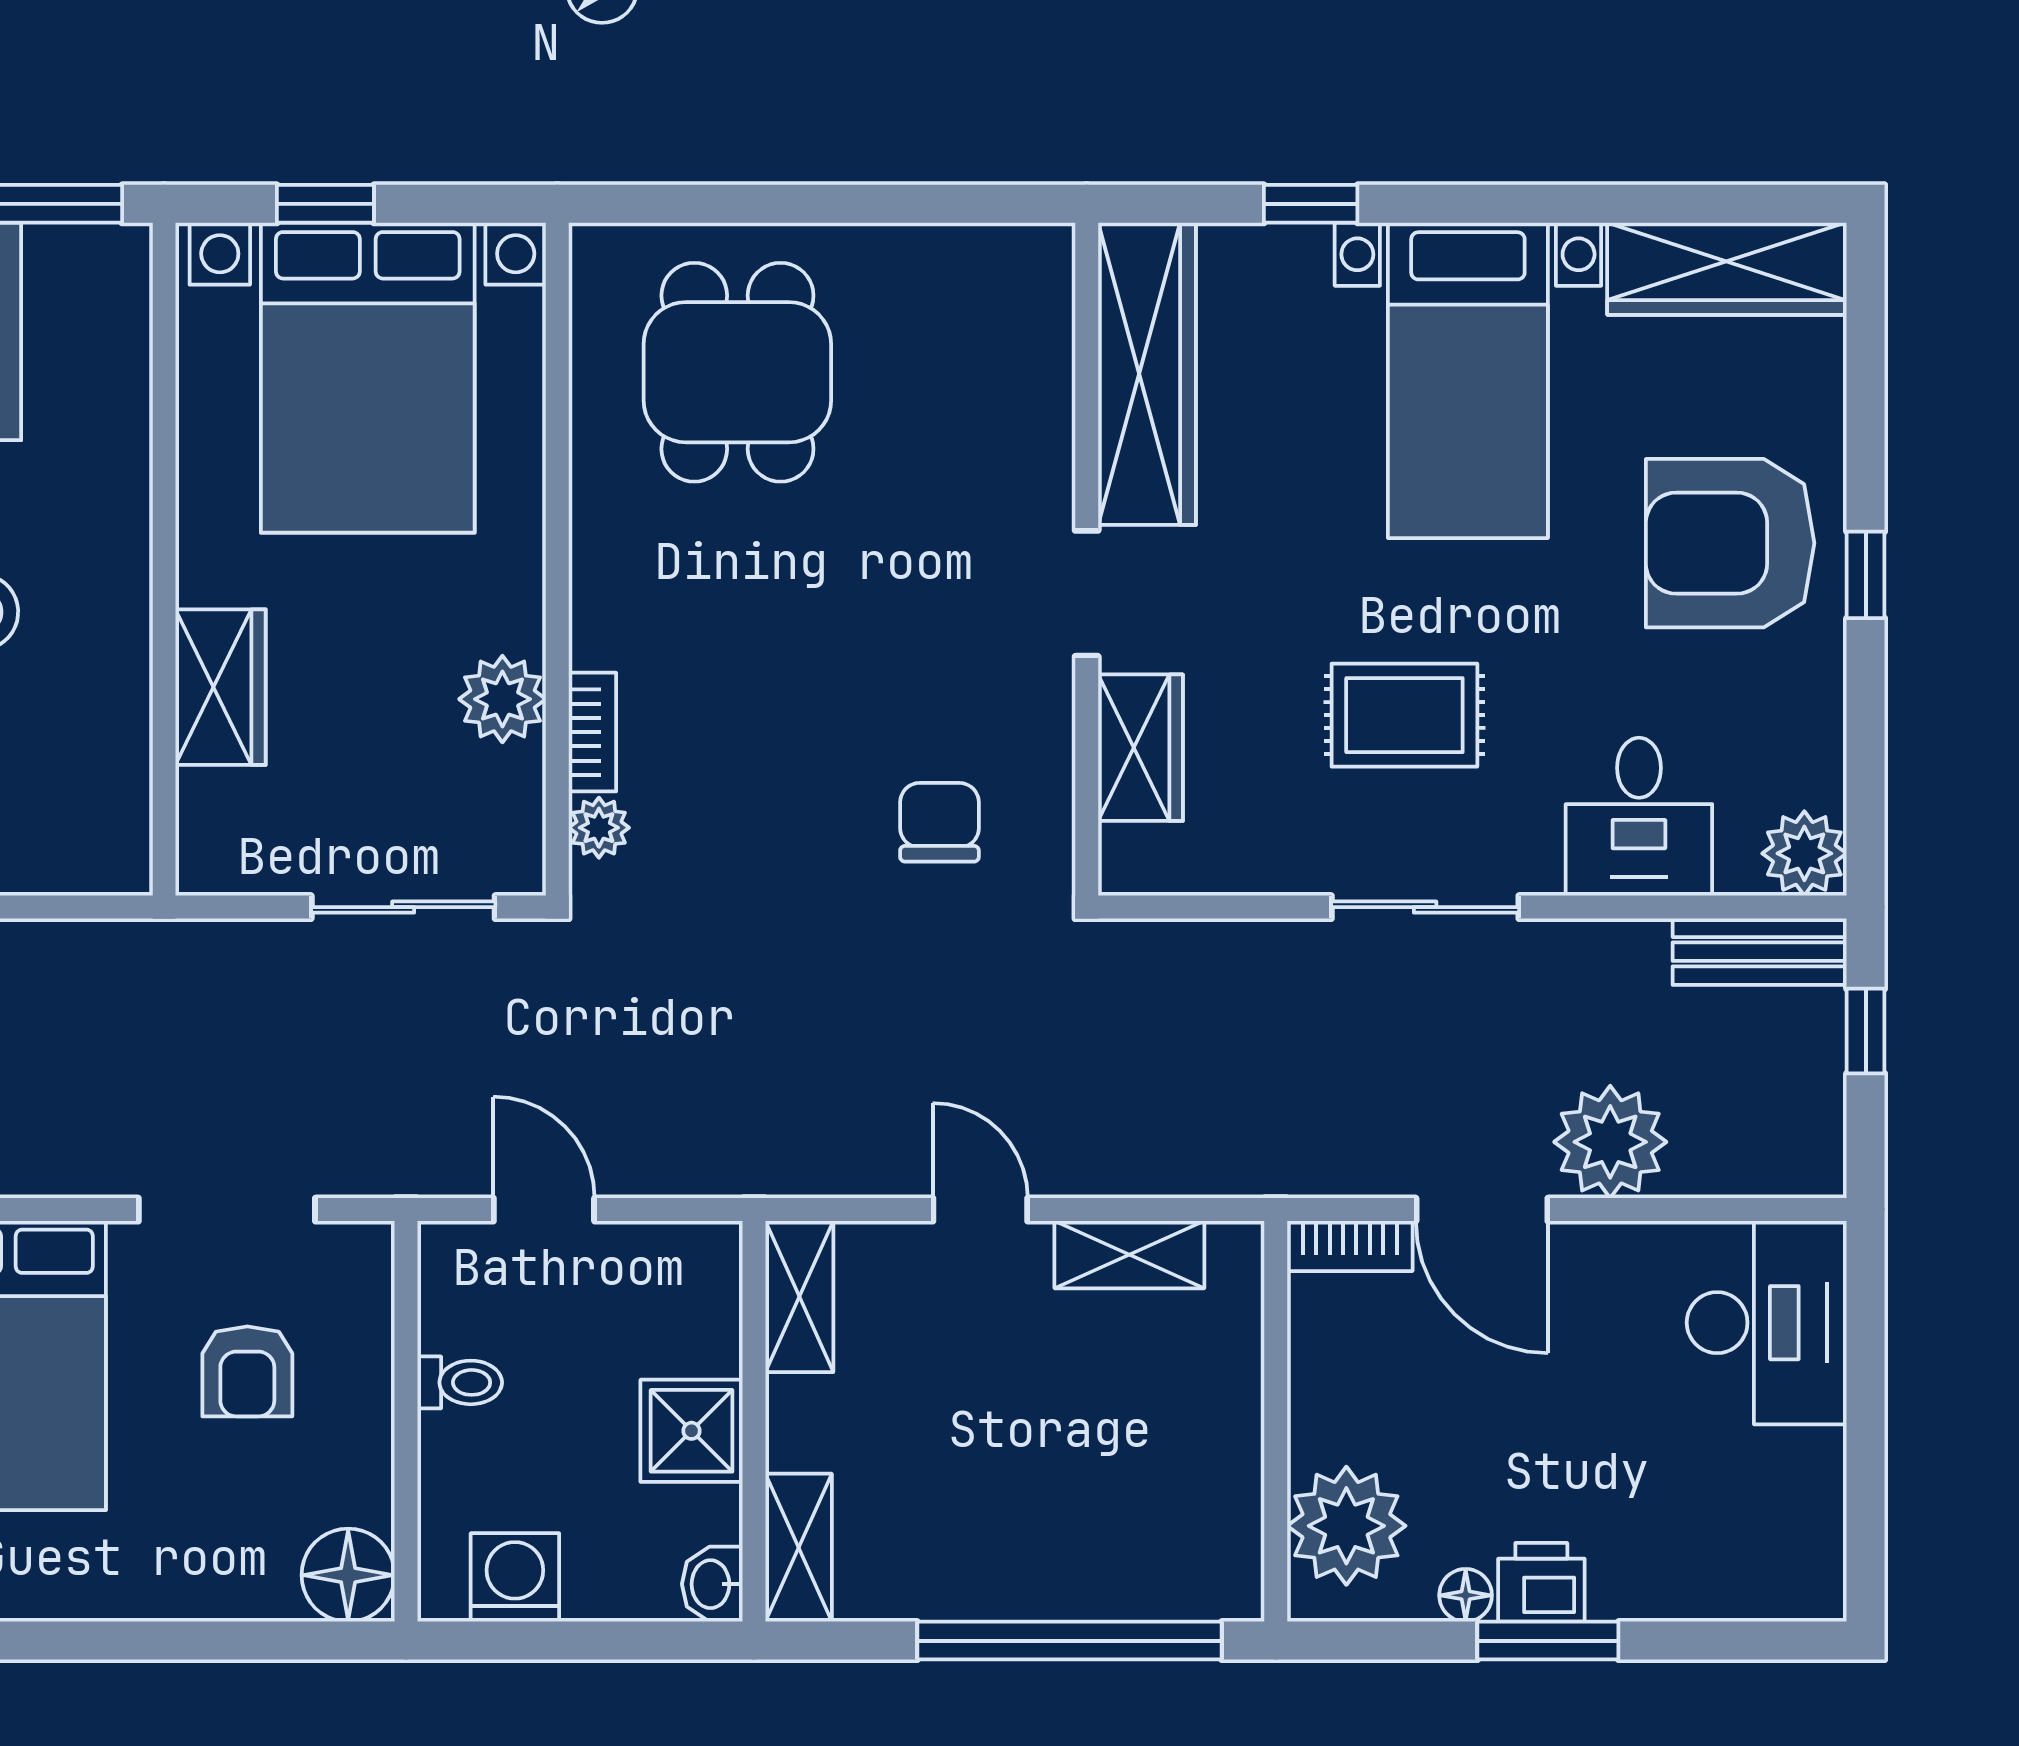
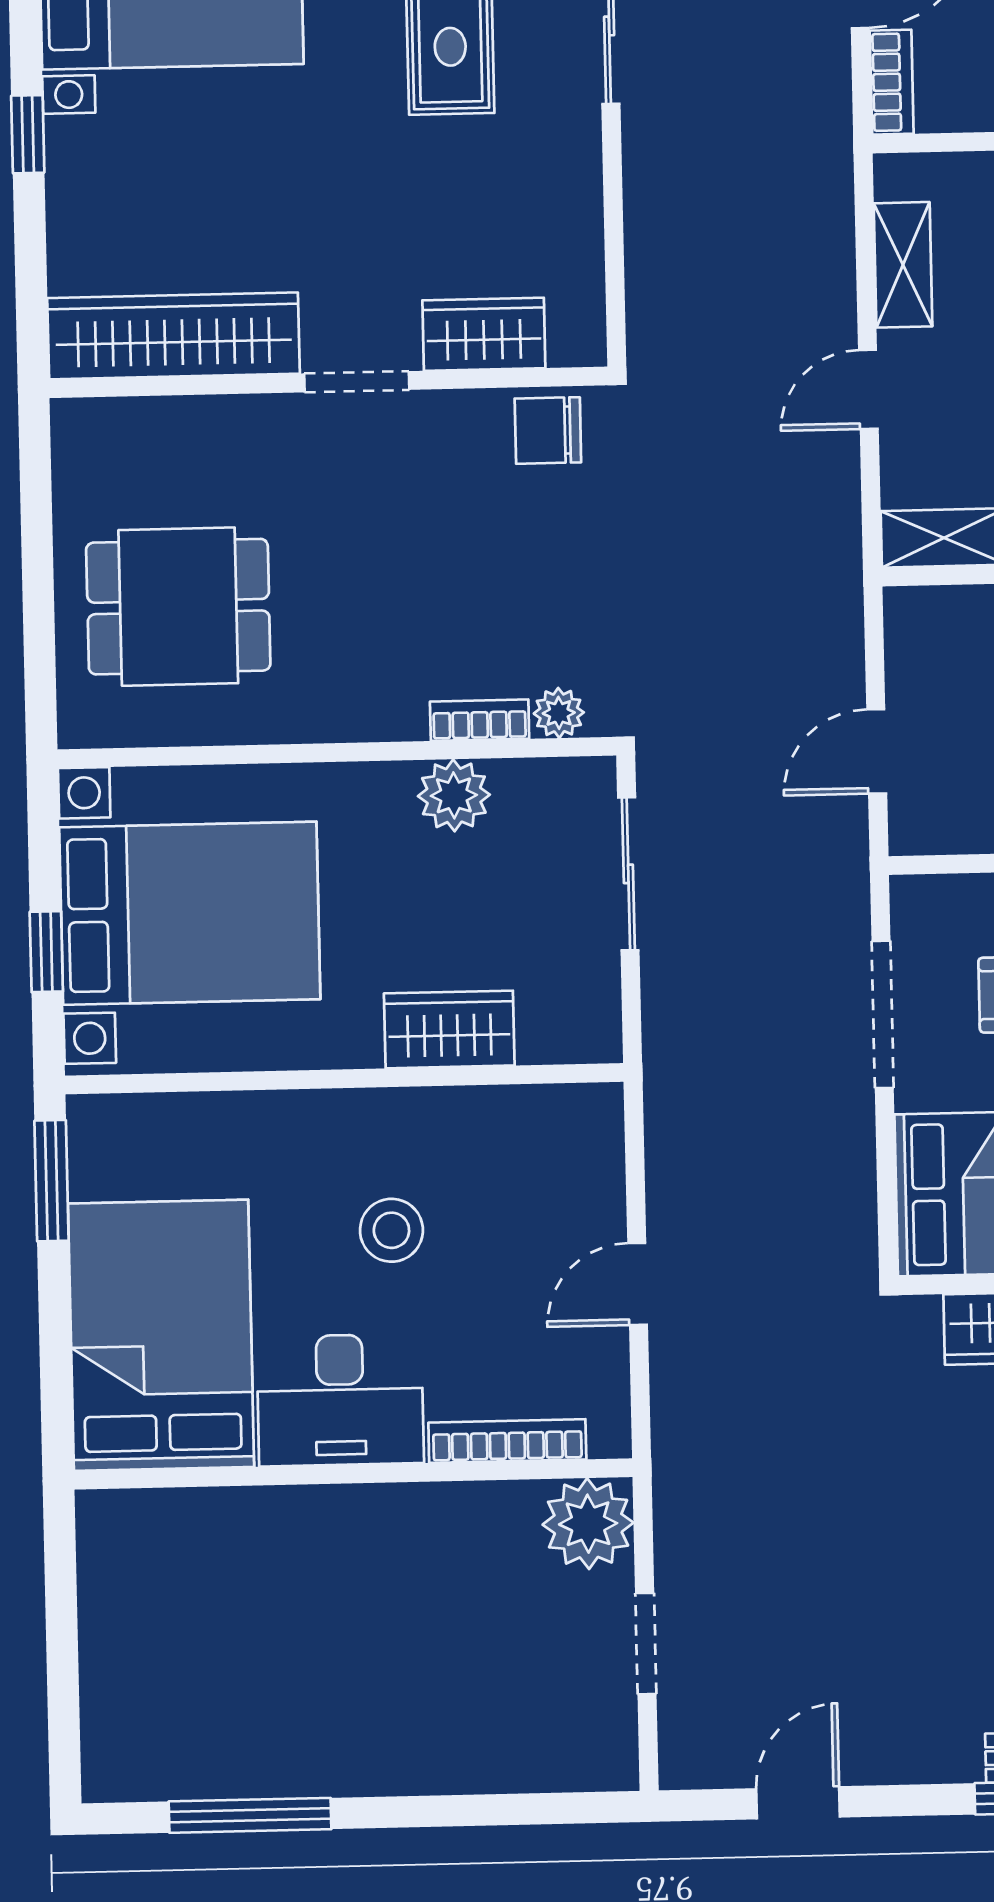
wardrobe: (1147, 374) -> (174, 336), moved
wall: (1087, 559) -> (328, 382), moved
doorway: (1087, 593) -> (357, 382), moved
wardrobe: (1140, 748) -> (484, 334), moved

